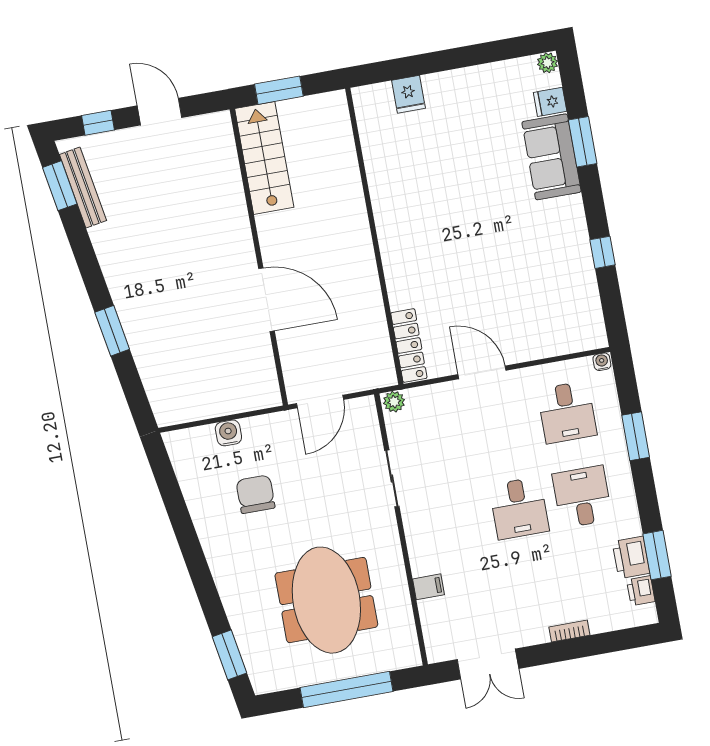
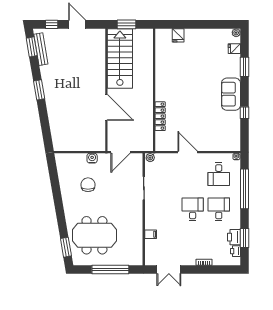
sofa: (552, 157) -> (231, 94), moved
stairs: (264, 158) -> (120, 58), width x1.36, depth x1.51
window: (112, 331) -> (39, 90), moved
locker: (409, 346) -> (160, 116), moved
water cooler: (228, 433) -> (92, 158), moved
window: (636, 436) -> (245, 189), width x2.11
desk: (519, 508) -> (193, 209), turned 180
meeting table: (326, 600) -> (94, 235), moved, turned 90

